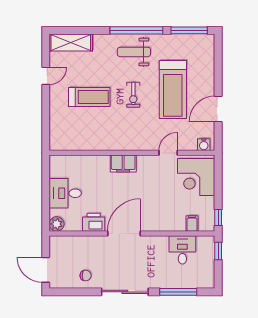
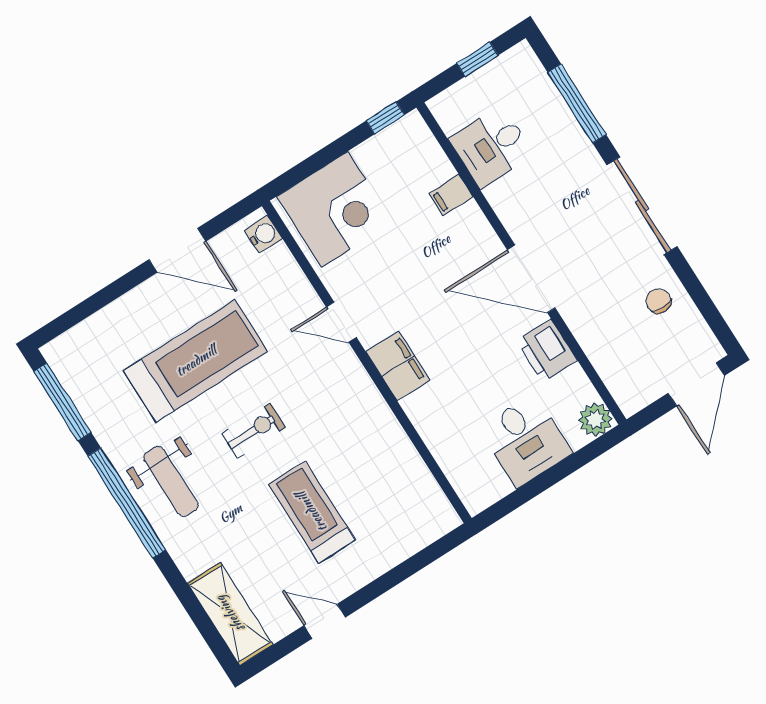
door: (168, 153) -> (341, 322), moved
filing cabinet: (192, 224) -> (451, 195), moved
window: (218, 251) -> (477, 59), moved

